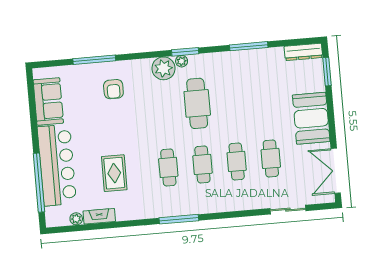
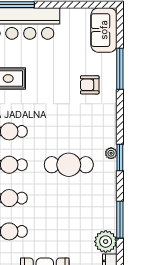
plant: (163, 68) -> (106, 242), moved
sofa: (48, 101) -> (104, 30), moved, turned 90

